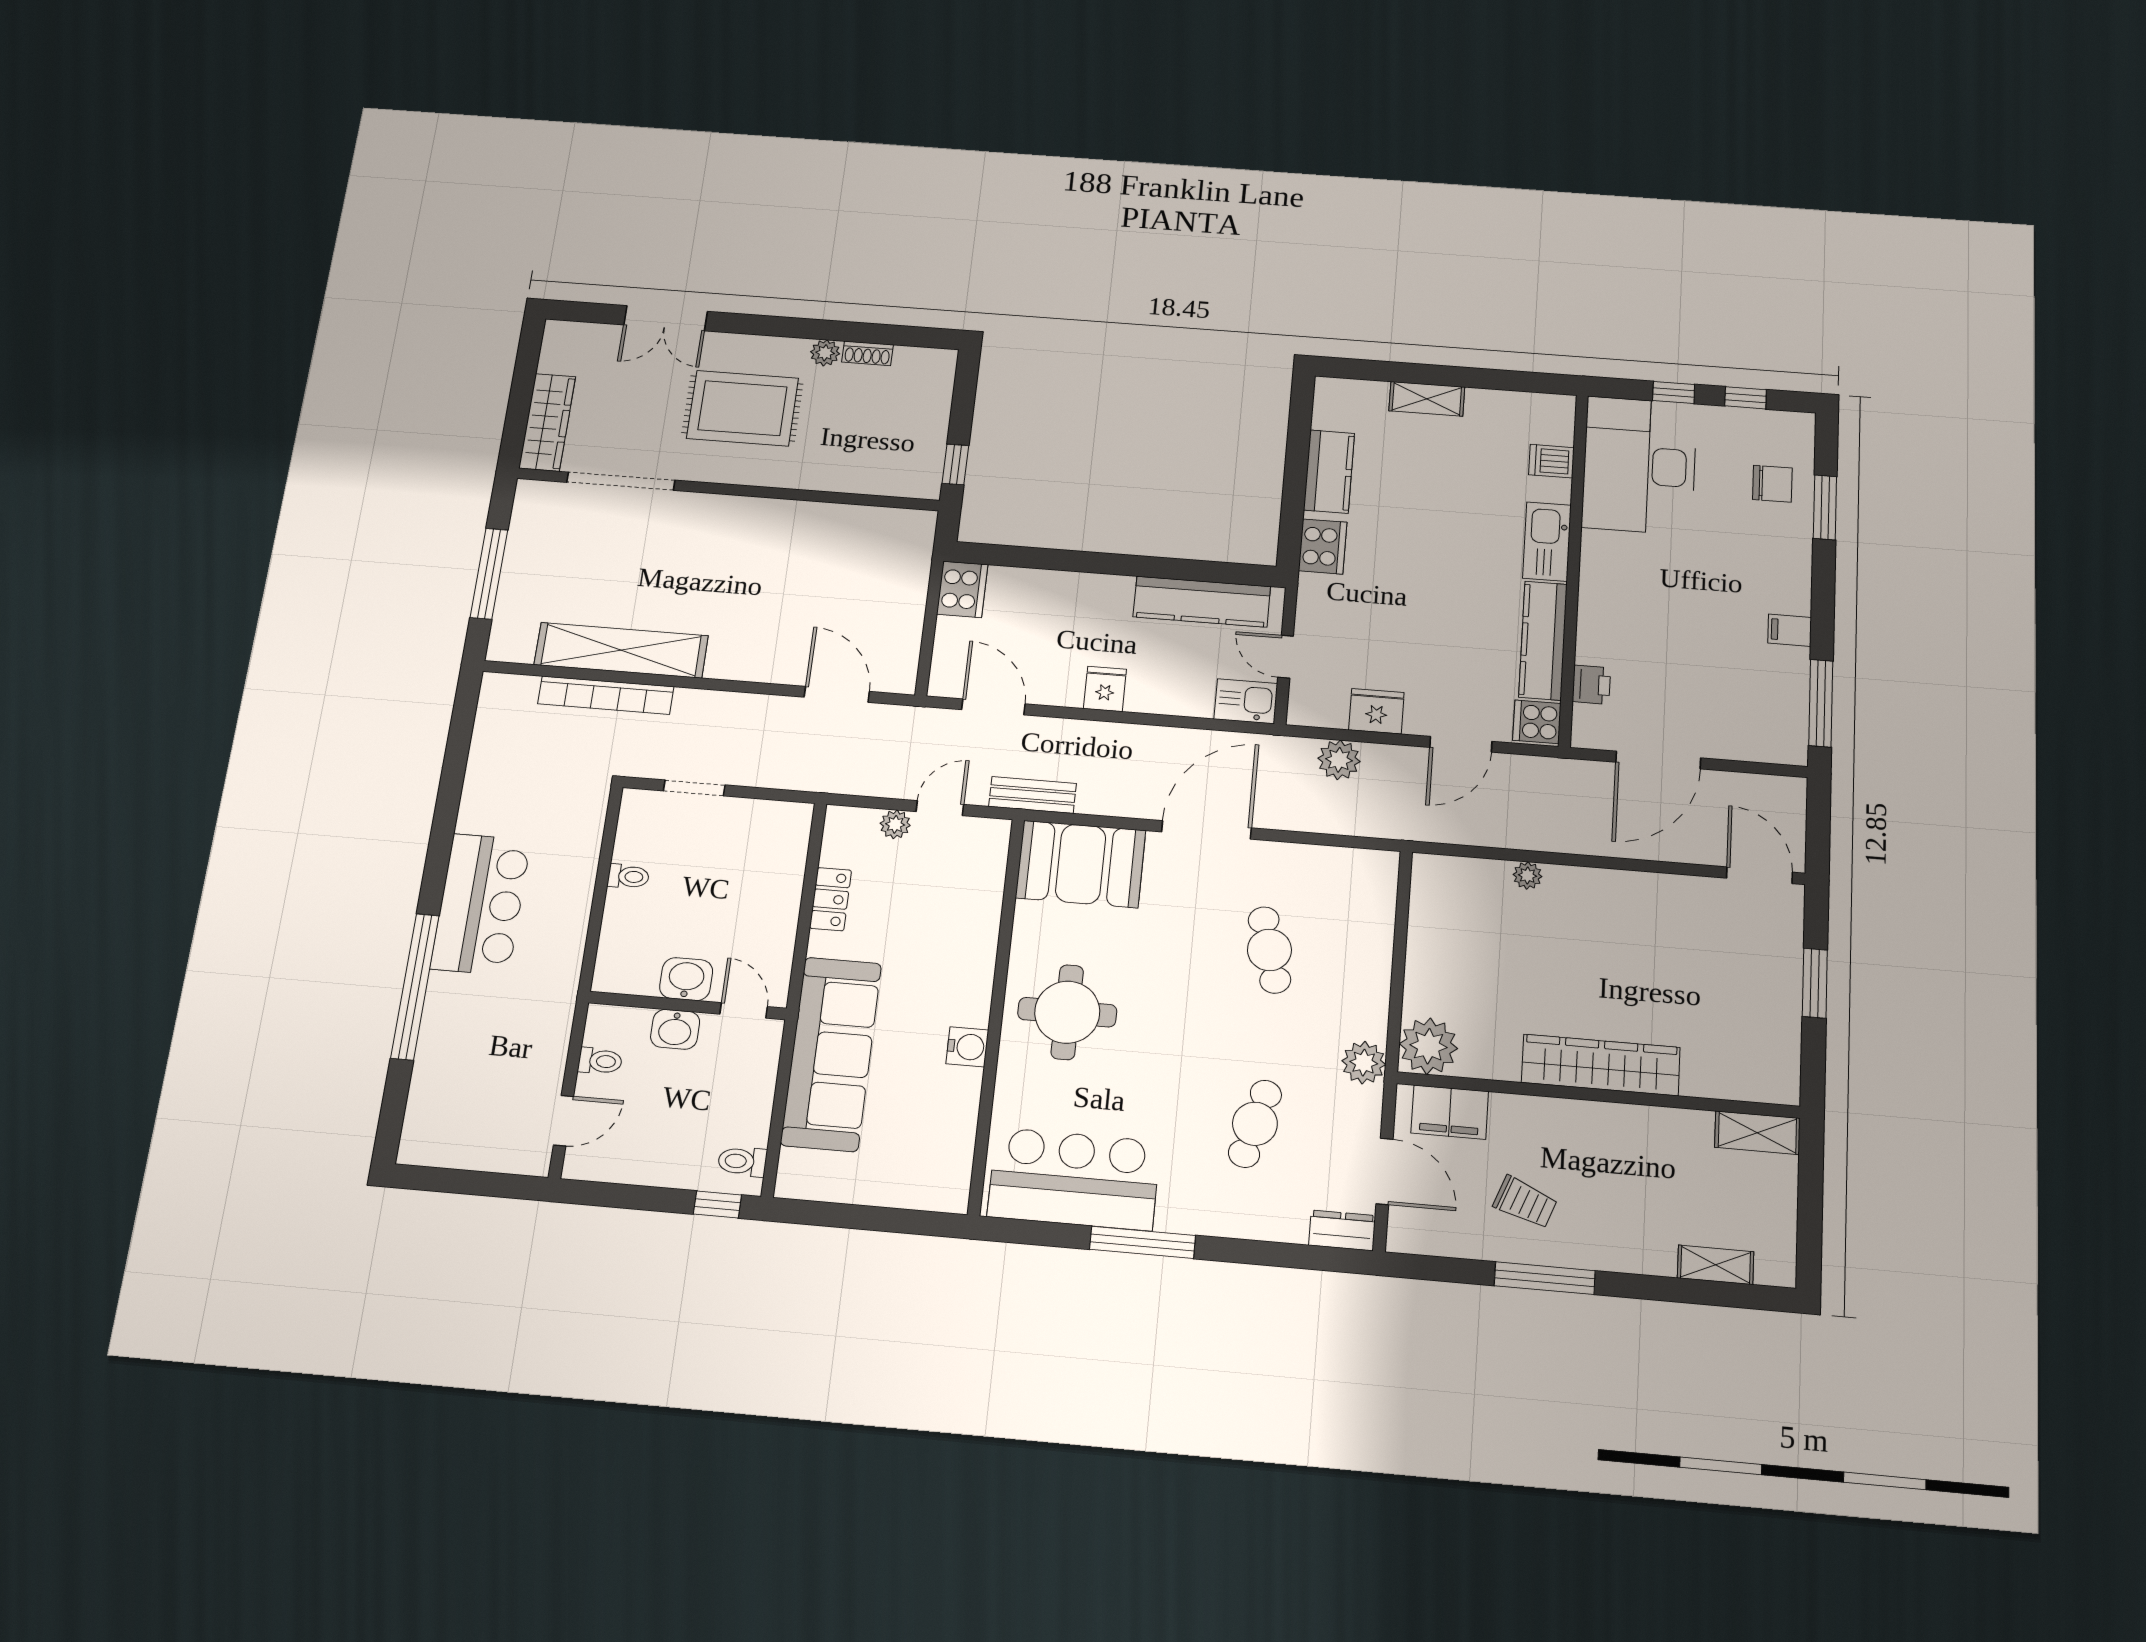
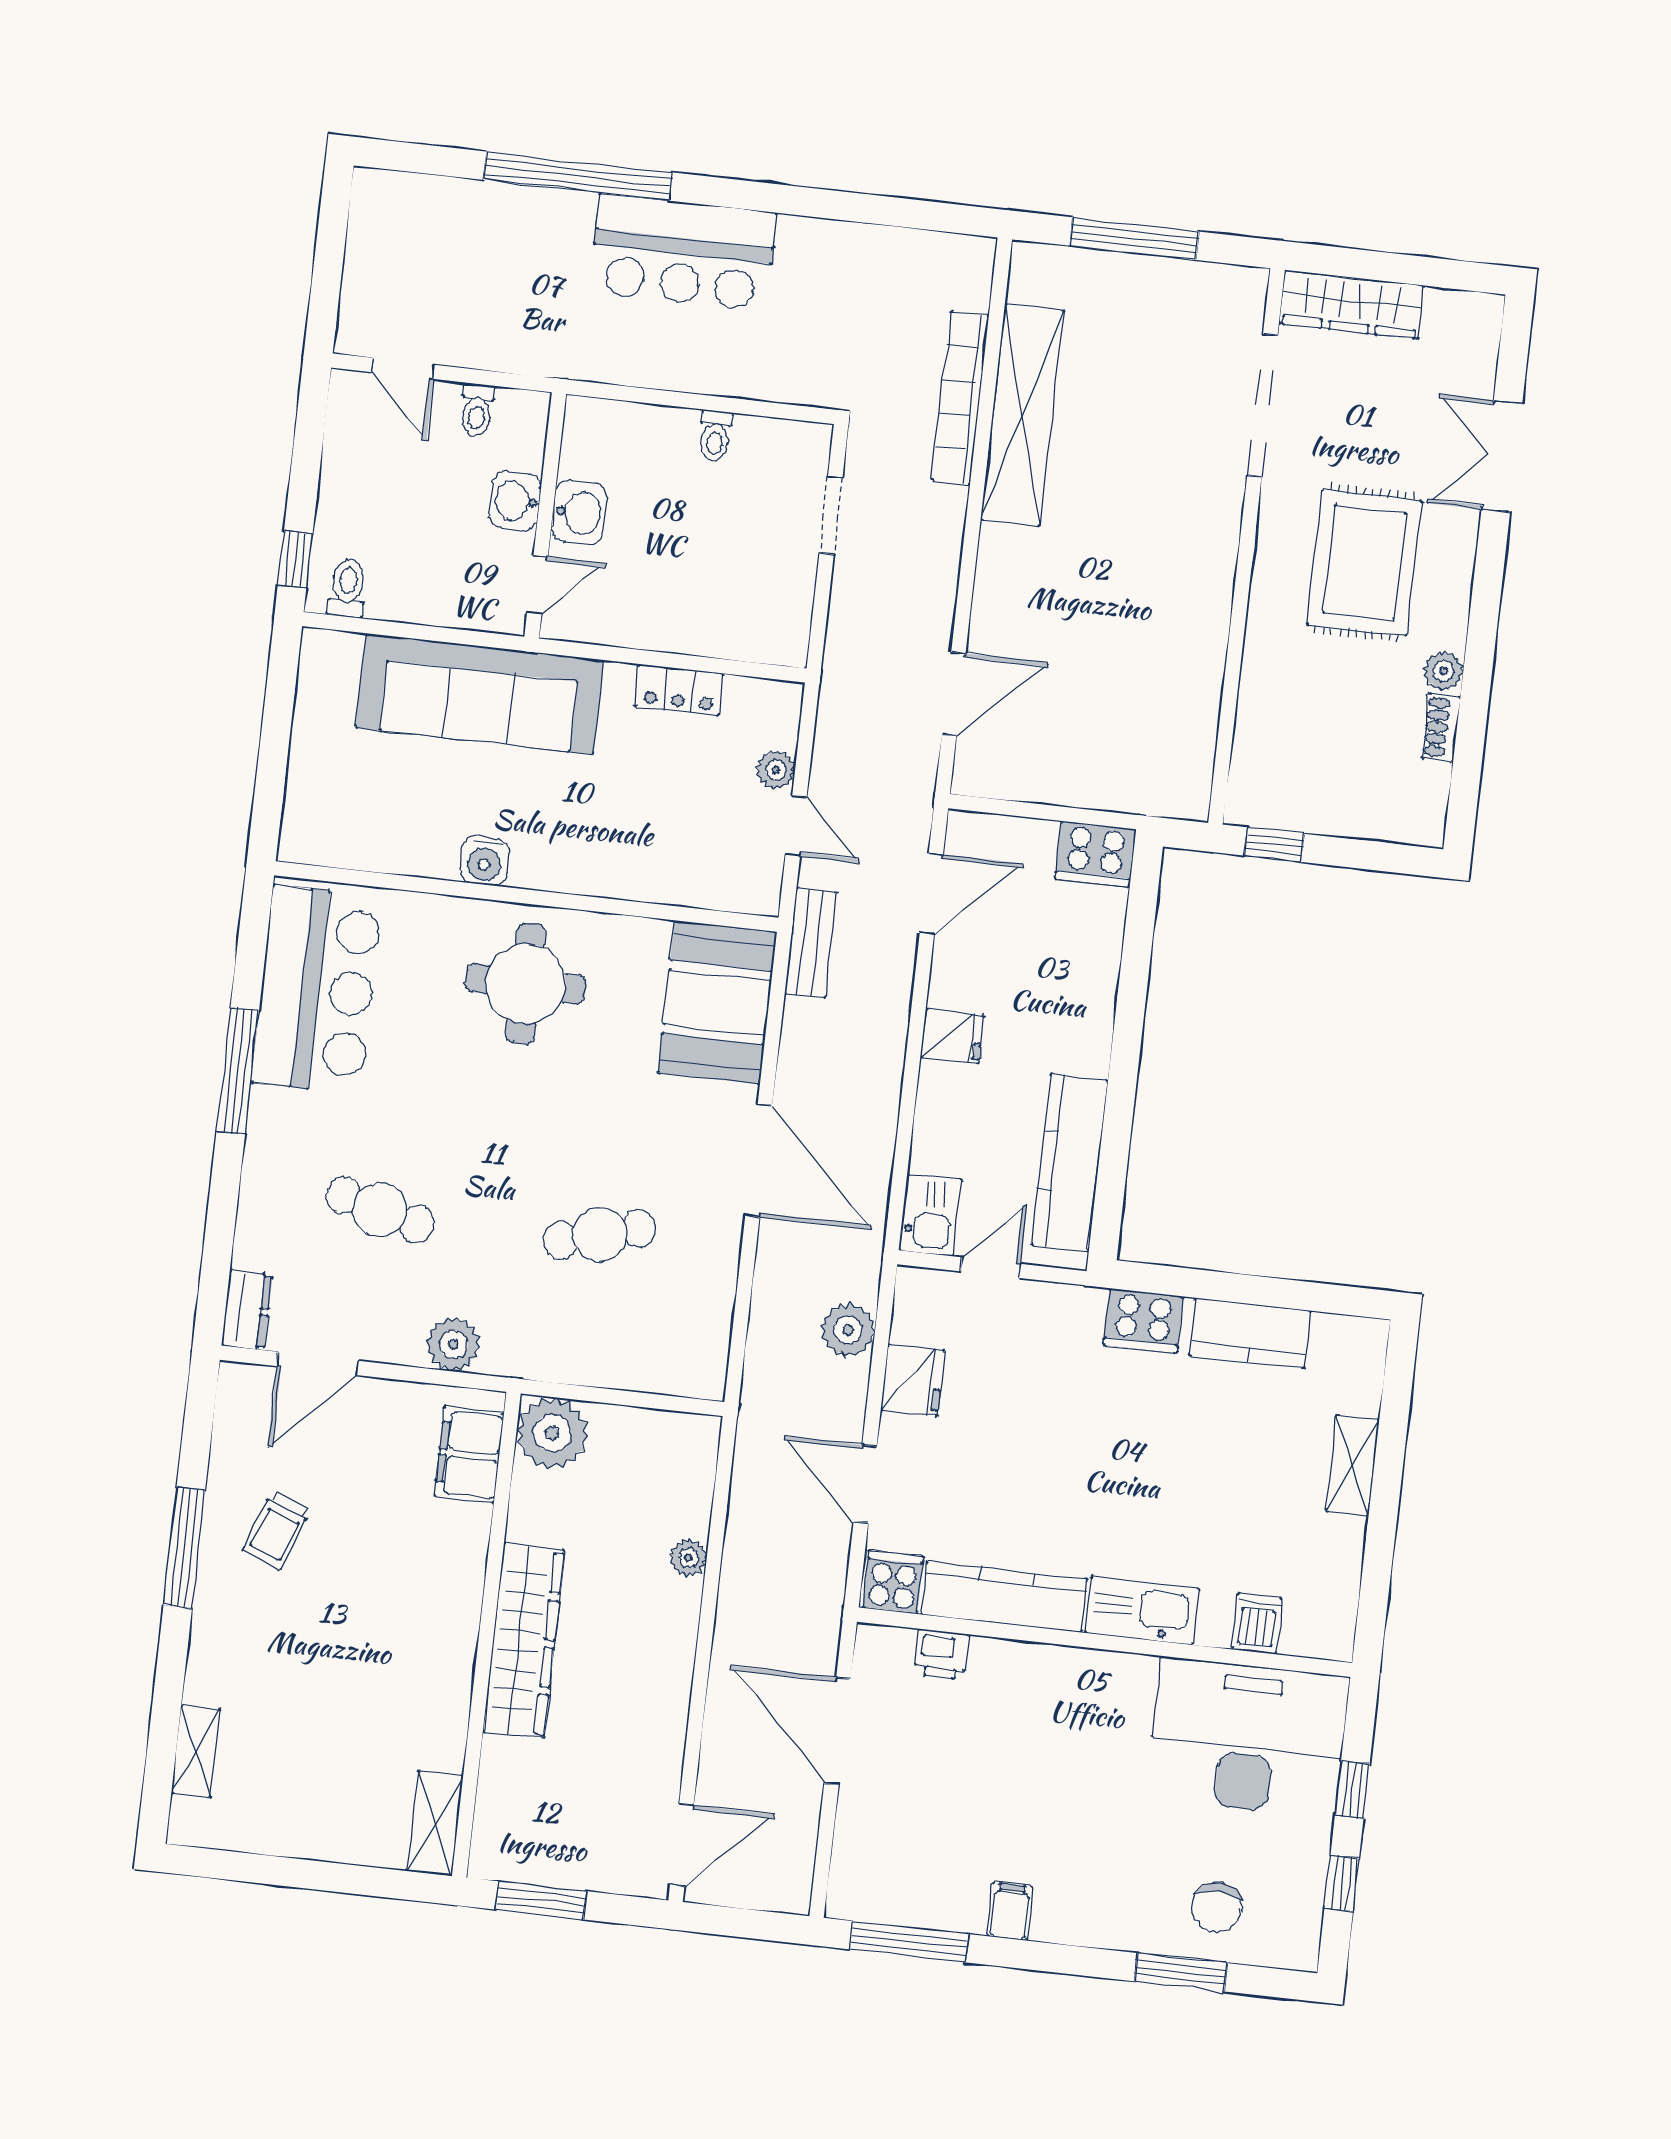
plant: (1428, 1046) -> (552, 1433), moved
wardrobe: (1601, 1065) -> (524, 1641), moved
wall: (1598, 1095) -> (486, 1635), moved
filing cabinet: (1450, 1112) -> (469, 1455), moved
shelving: (1757, 1133) -> (435, 1823), moved

